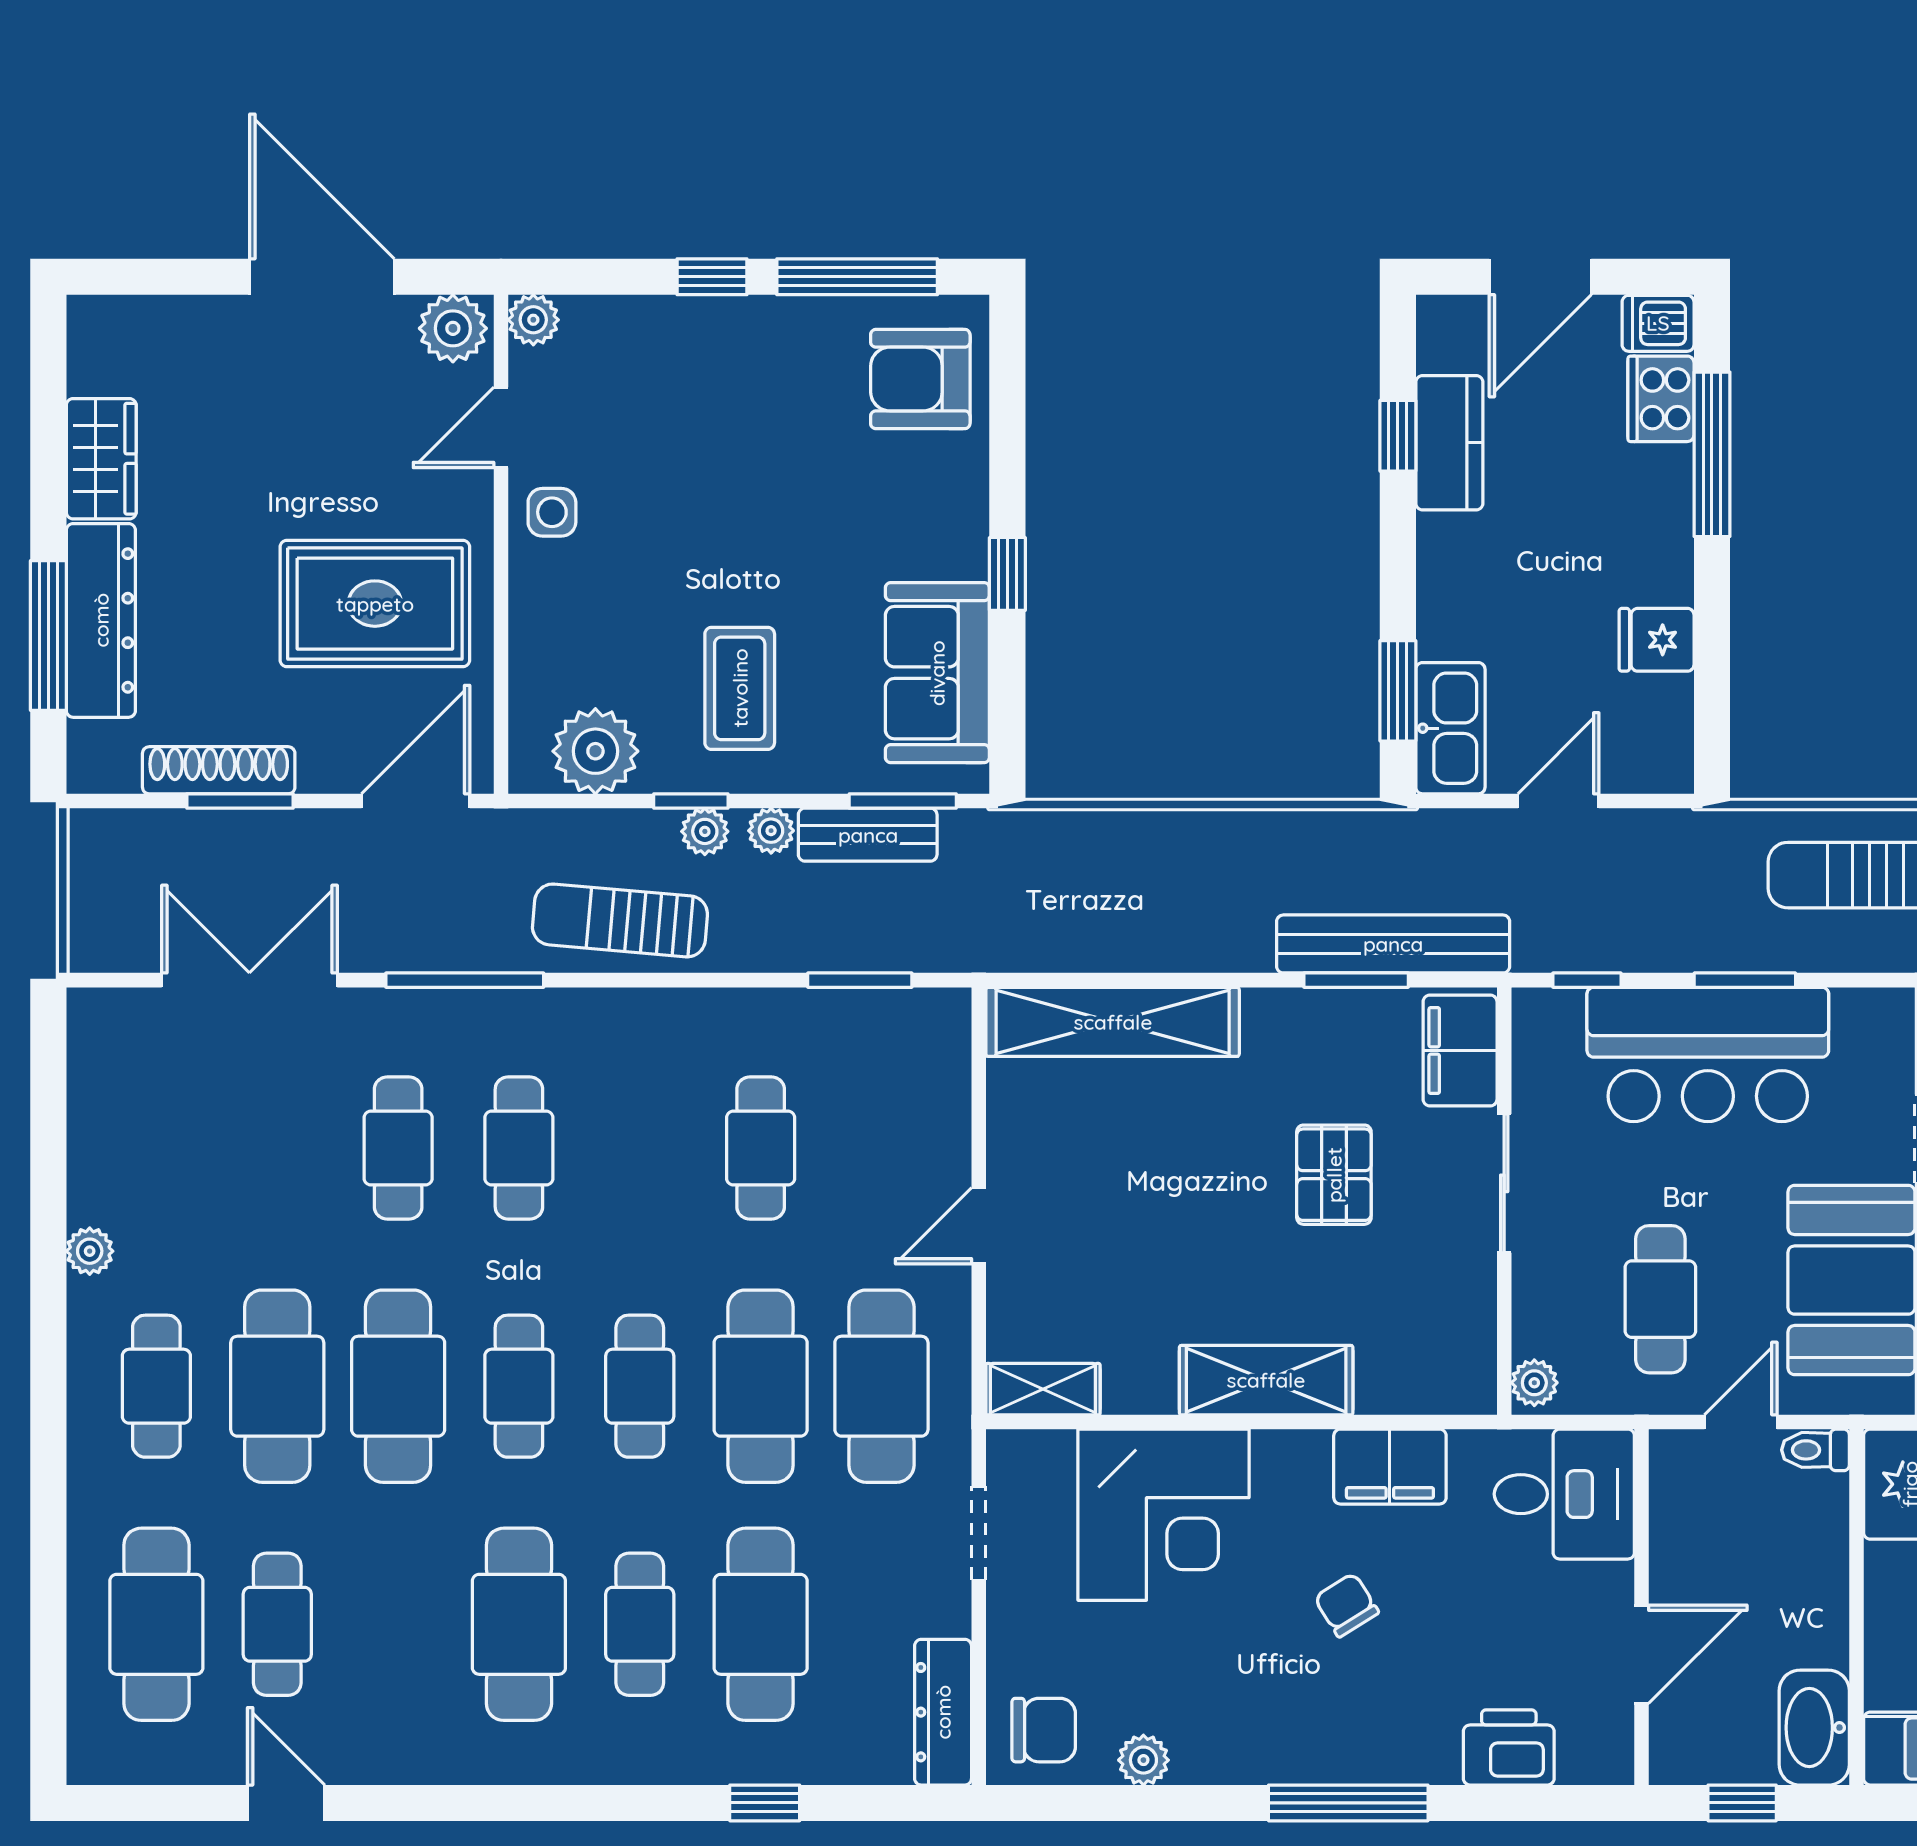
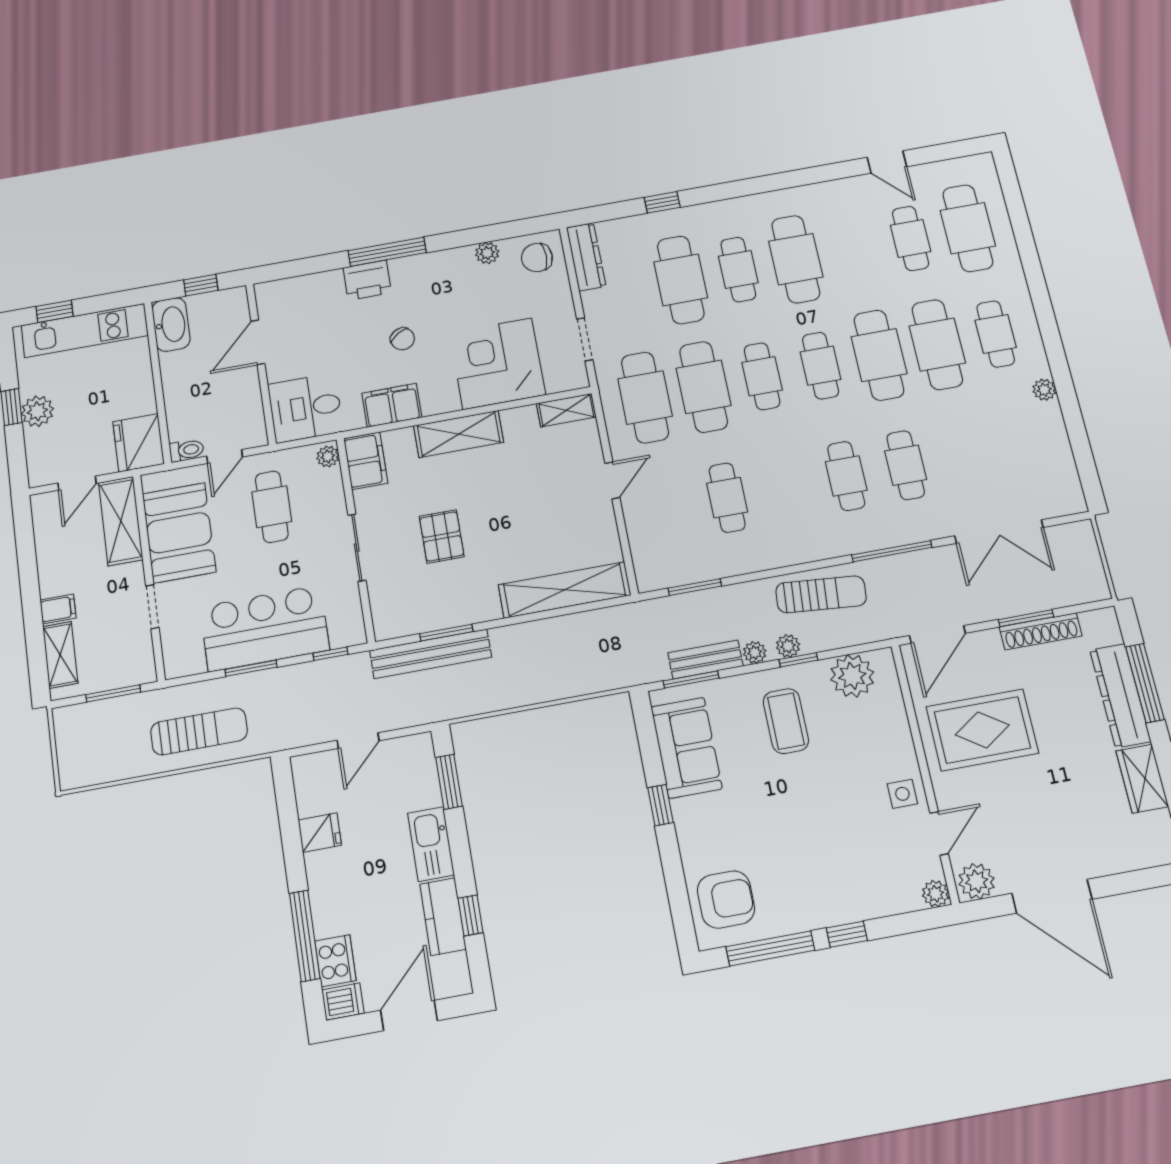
kitchen sink: (1450, 728) -> (431, 844), moved
filing cabinet: (1460, 1051) -> (366, 461), moved
printer: (1509, 1747) -> (367, 280), moved

